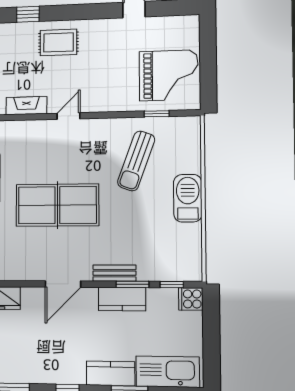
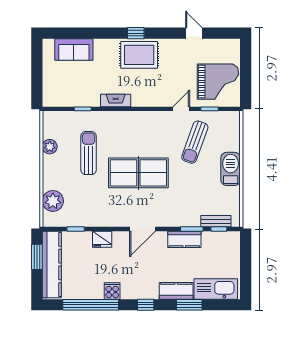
window: (28, 14) -> (136, 33), moved
rug: (58, 42) -> (139, 55), width x1.36, depth x1.43
door: (68, 116) -> (181, 109), moved
bench: (114, 273) -> (216, 221), moved
cooker: (191, 299) -> (112, 291), moved, turned 90

